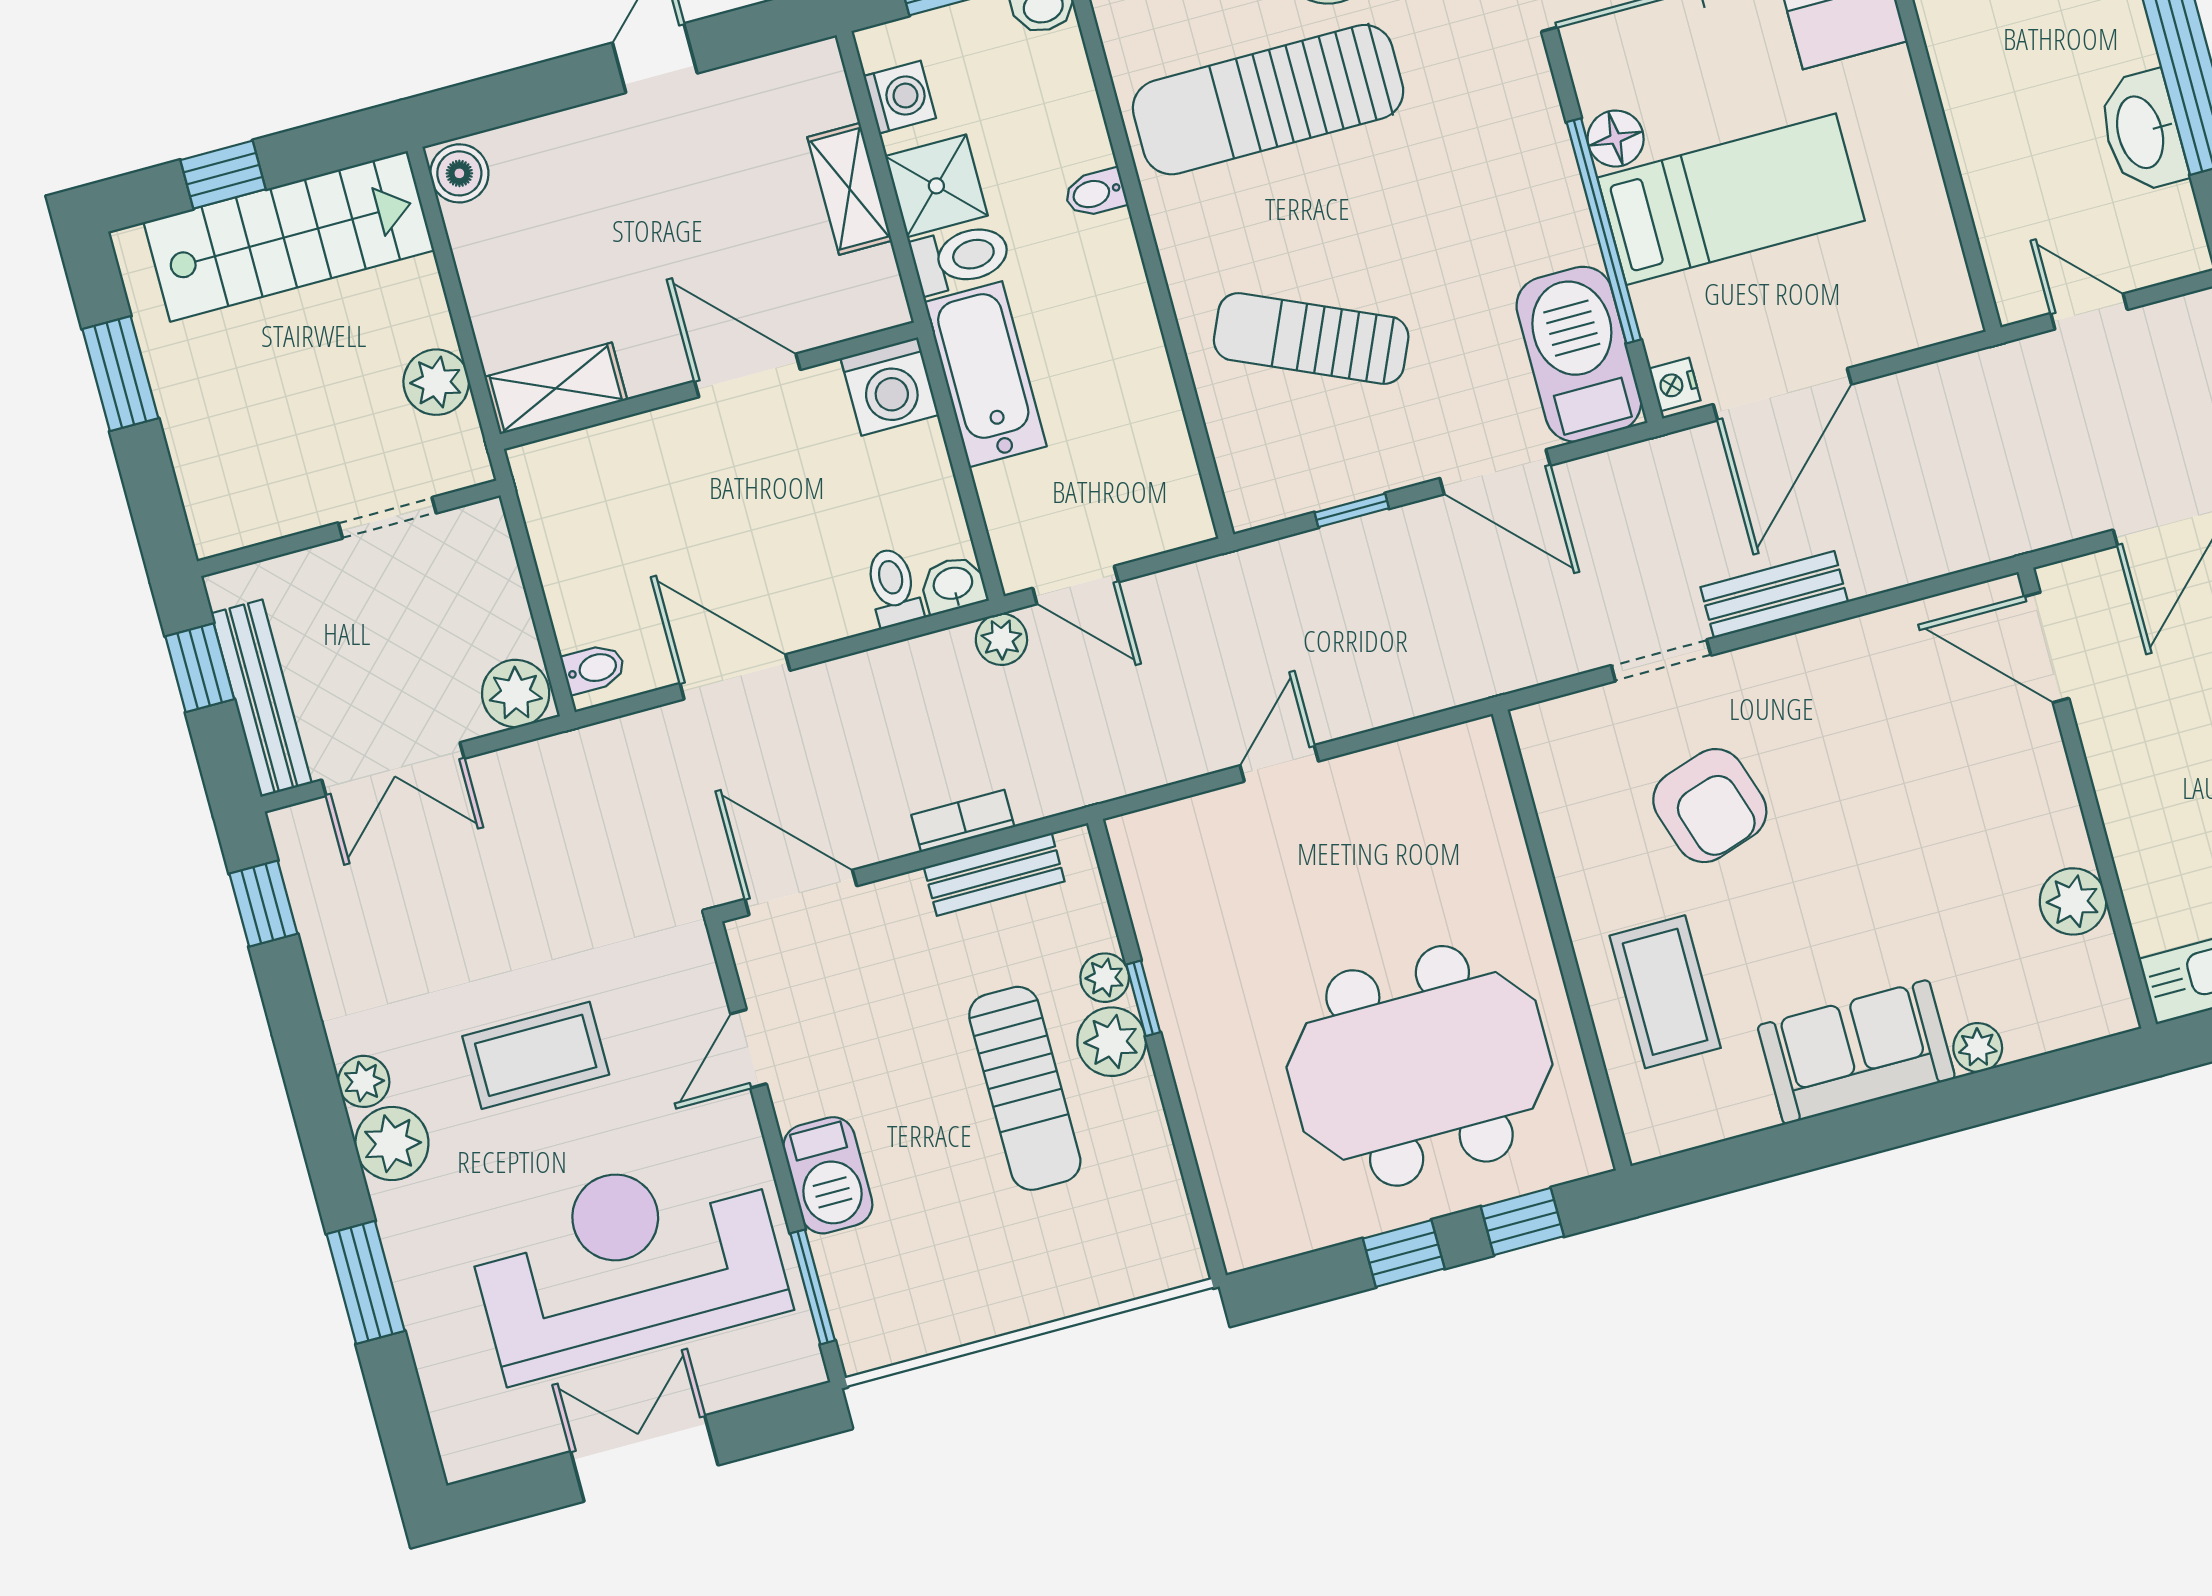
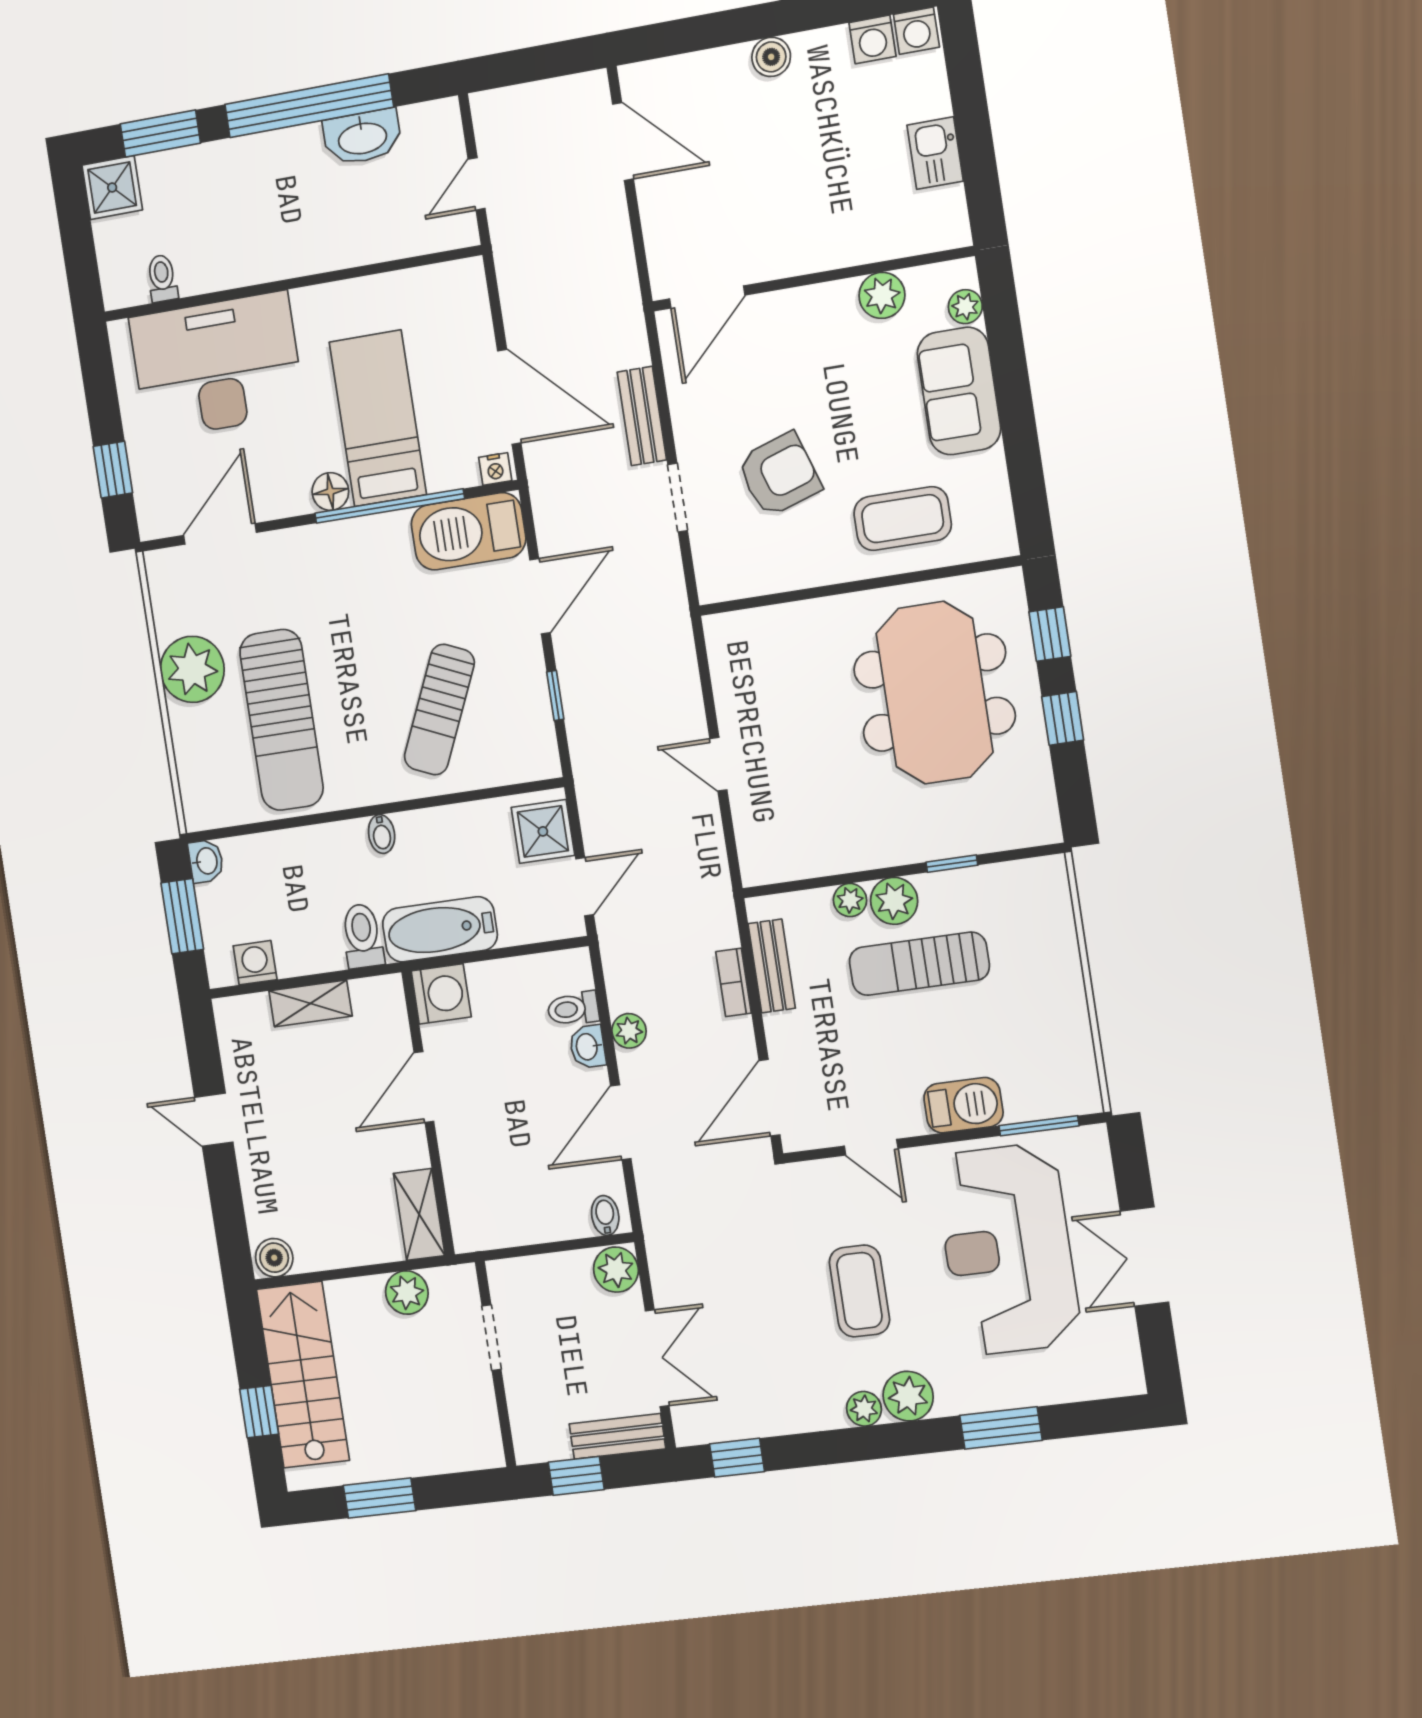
shower: (936, 186) -> (543, 831), moved
bidet: (1095, 193) -> (382, 834), moved
washbasin: (953, 585) -> (588, 1047), moved
plant: (1001, 639) -> (629, 1031), moved
door: (2047, 647) -> (707, 297), moved
bench: (261, 698) -> (617, 1436), width x0.73
wall: (2087, 798) -> (812, 279), moved
plant: (2073, 901) -> (882, 295), moved
window: (1143, 998) -> (952, 864), moved
sun lounger: (1025, 1088) -> (919, 964), turned 180

